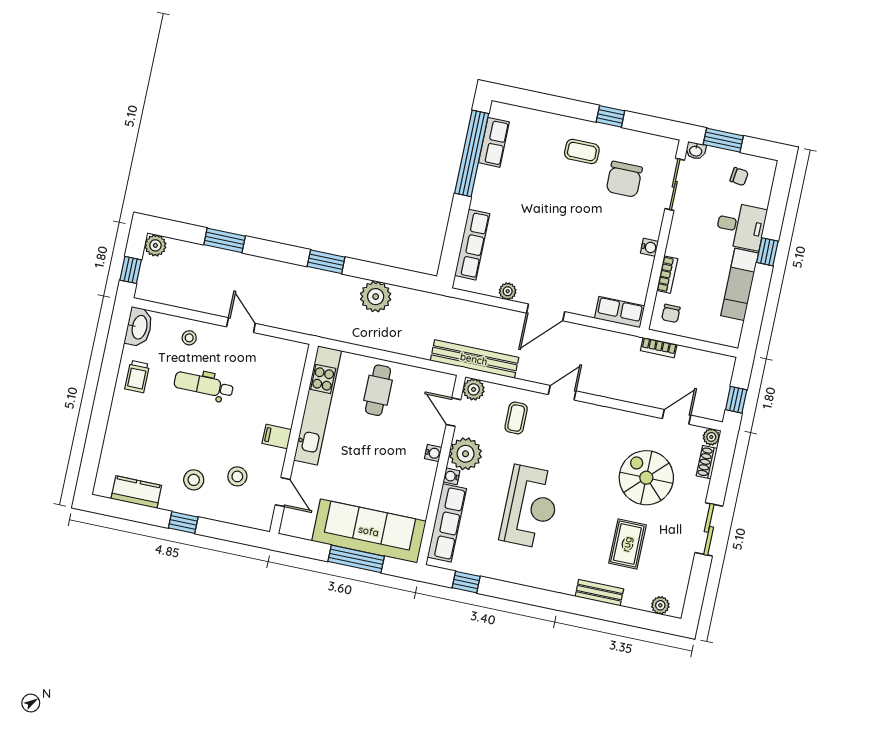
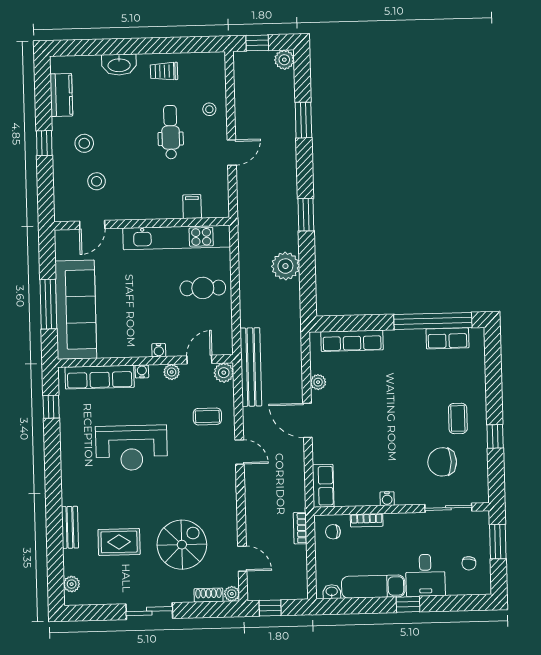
washbasin: (696, 151) -> (332, 592), moved, turned 90
washbasin: (139, 327) -> (119, 65), moved
filing cabinet: (277, 437) -> (192, 207), moved
plant: (466, 454) -> (172, 372), width x0.53, depth x0.53

